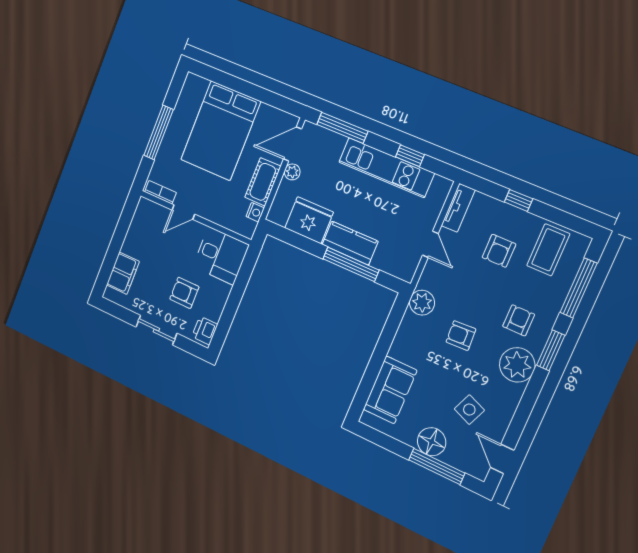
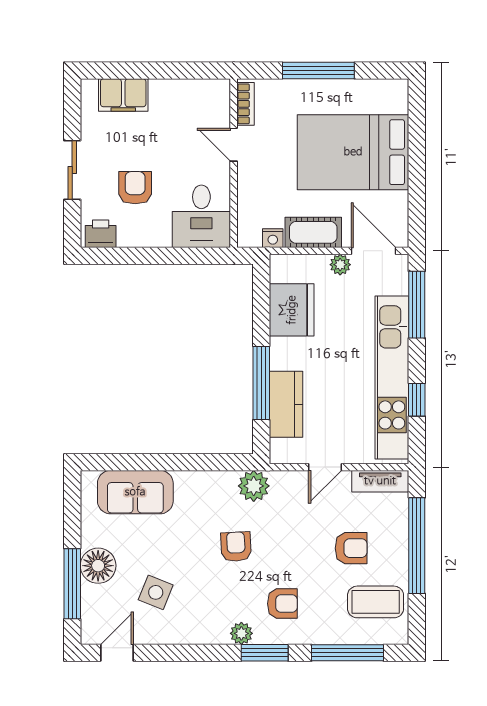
kitchen unit: (386, 168) -> (392, 377), width x1.36
window: (519, 200) -> (417, 546), width x3.17
kitchen counter: (350, 243) -> (286, 404), moved
armchair: (499, 251) -> (351, 548), turned 180
plant: (517, 365) -> (241, 633), width x0.53, depth x0.53

